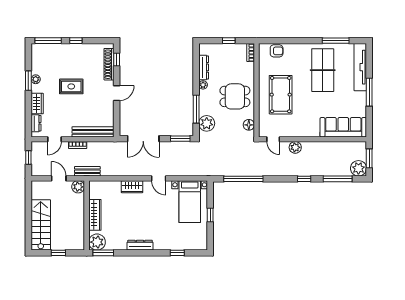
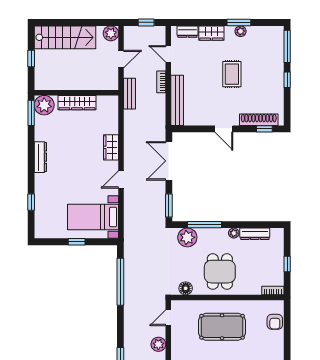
plant: (78, 187) -> (111, 33), moved

